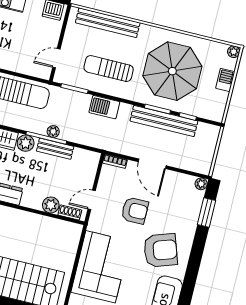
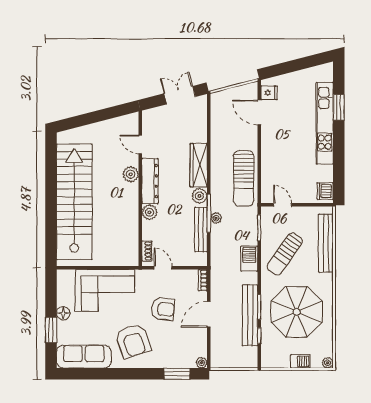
sun lounger: (109, 69) -> (285, 254), turned -145
bench: (55, 149) -> (201, 230), width x1.36
plant: (51, 205) -> (149, 212), moved
armchair: (135, 211) -> (163, 309), turned -84

